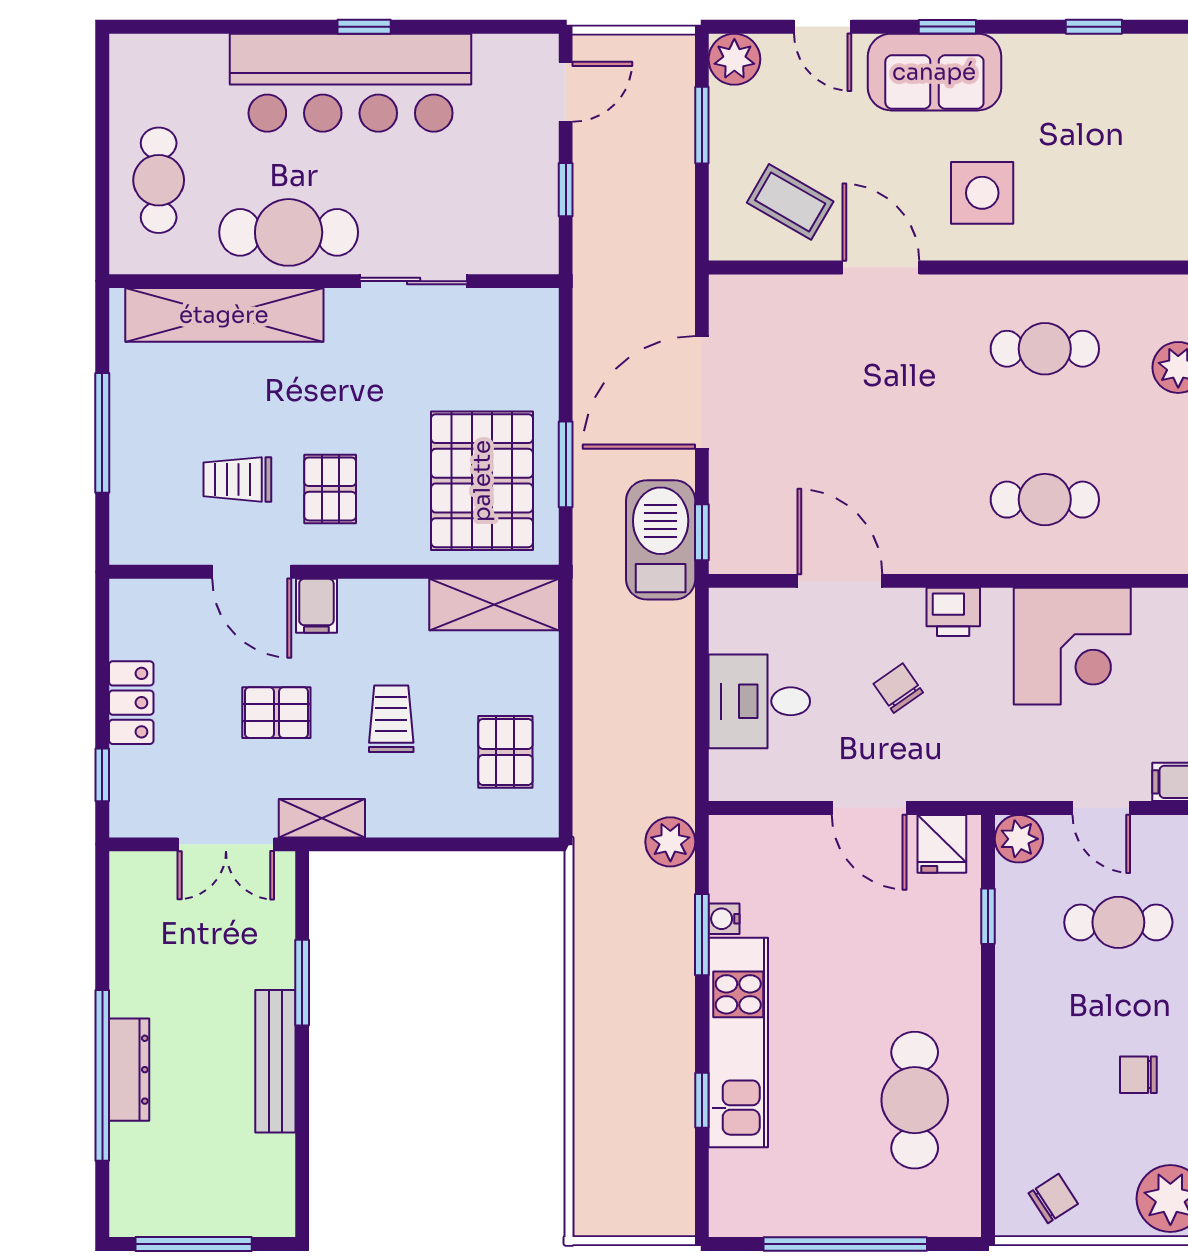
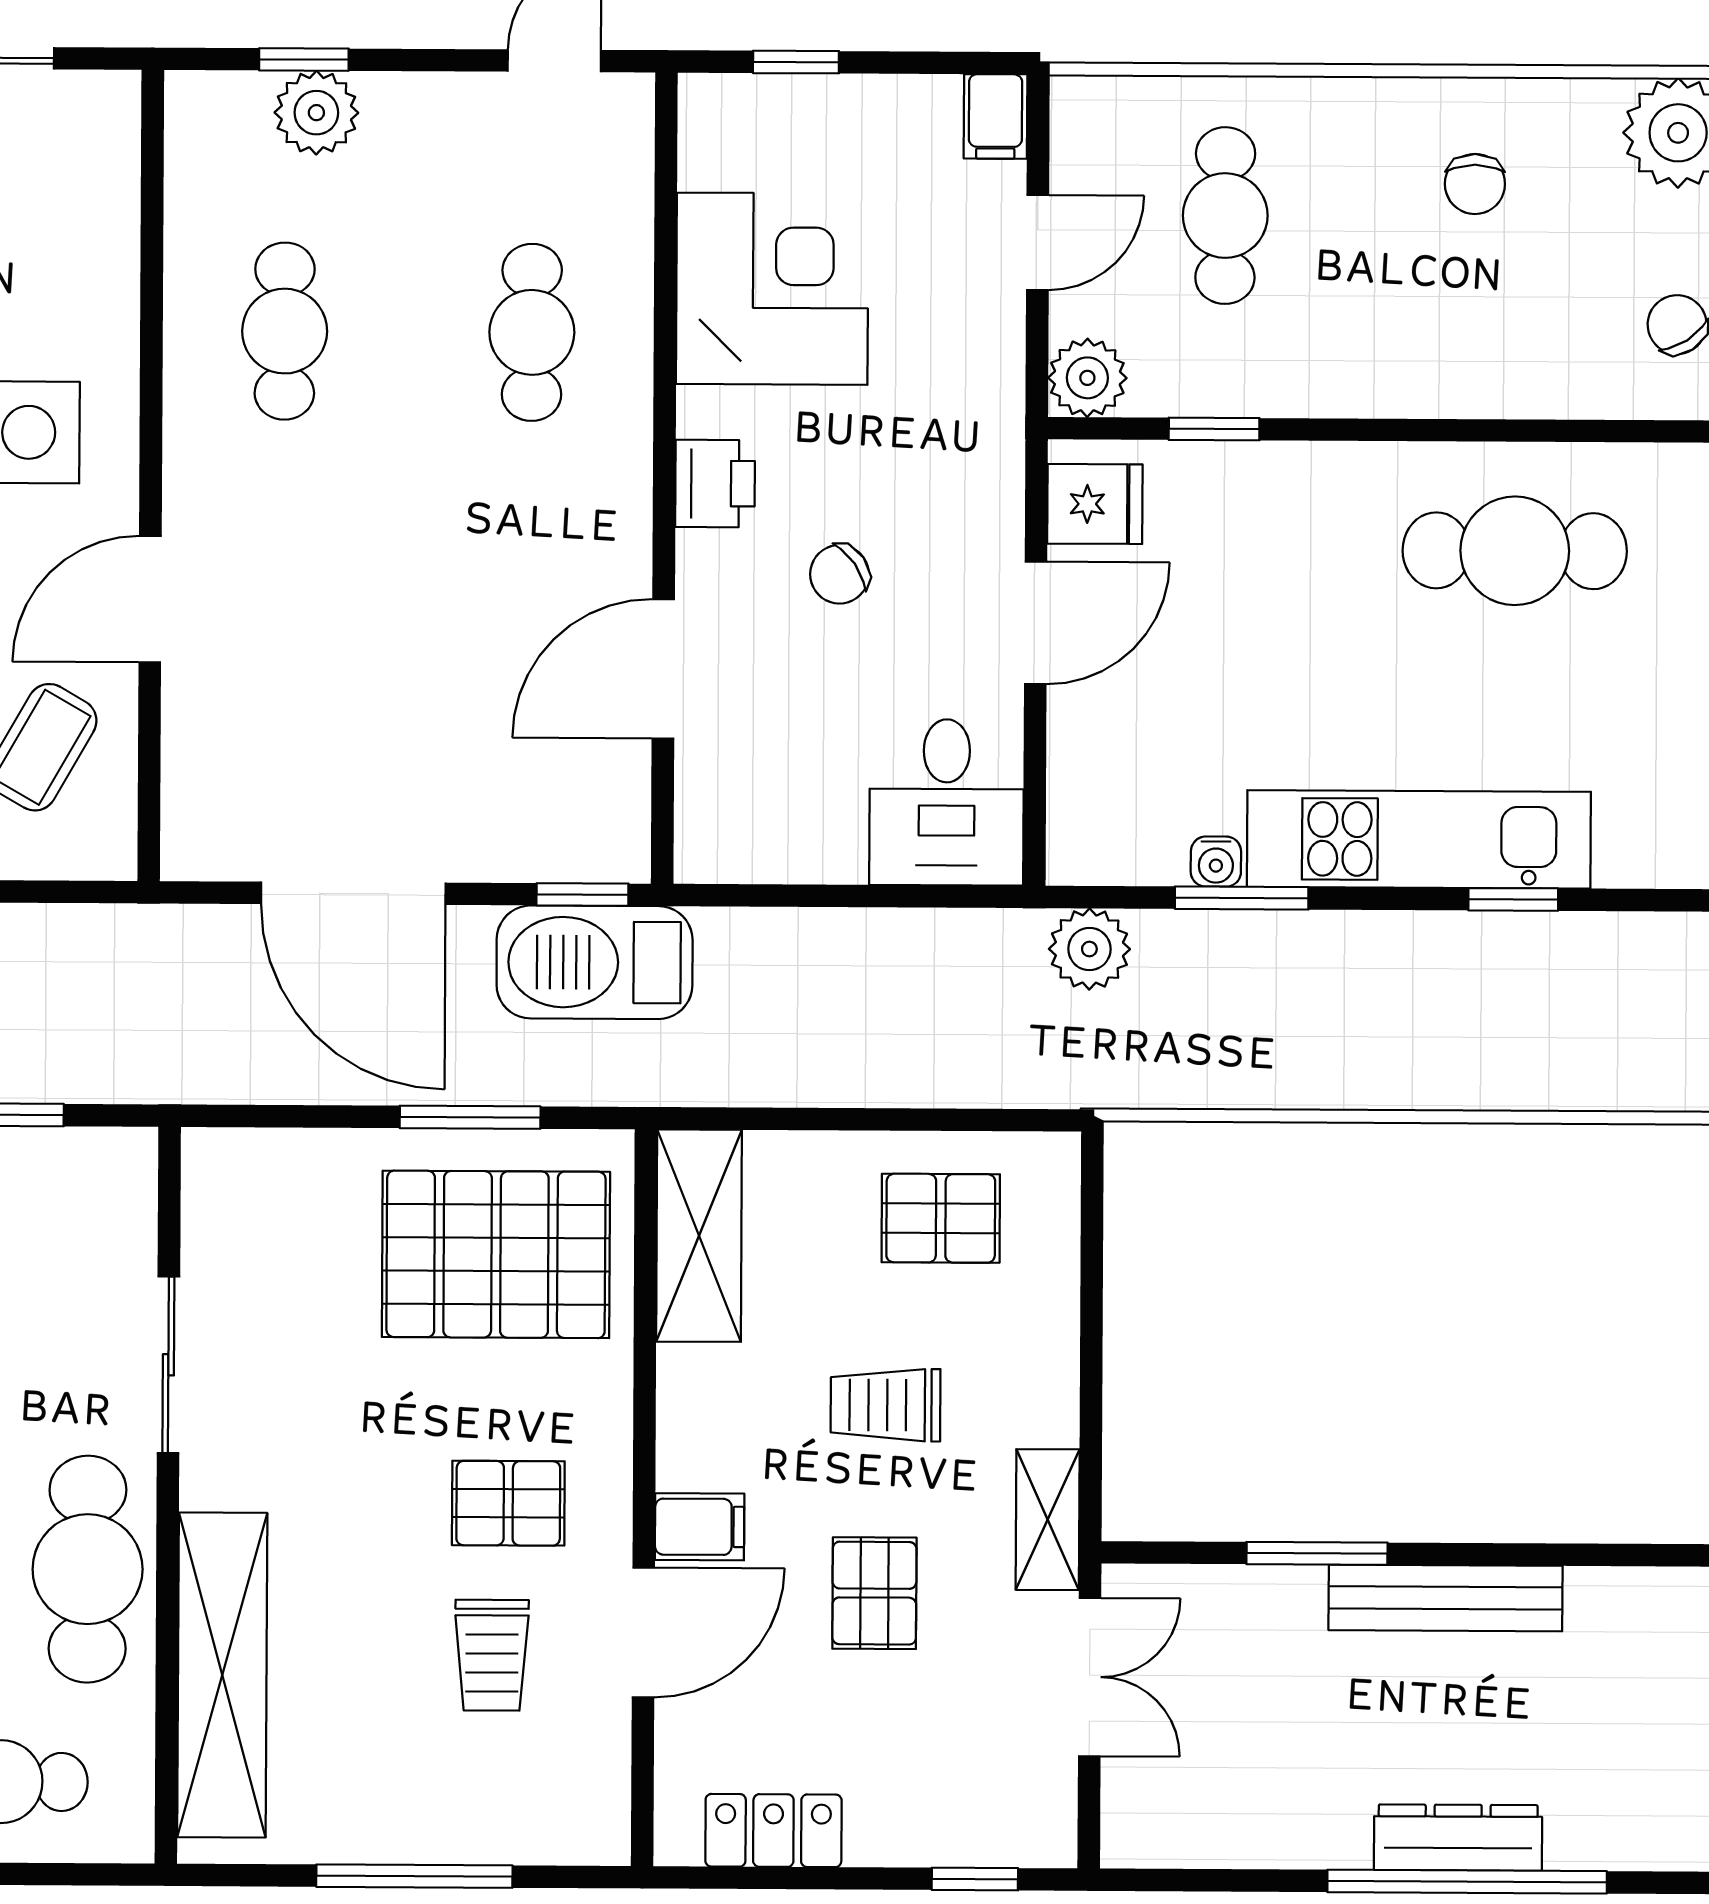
desk: (759, 701) -> (947, 802), moved
locker: (131, 703) -> (773, 1831), moved

